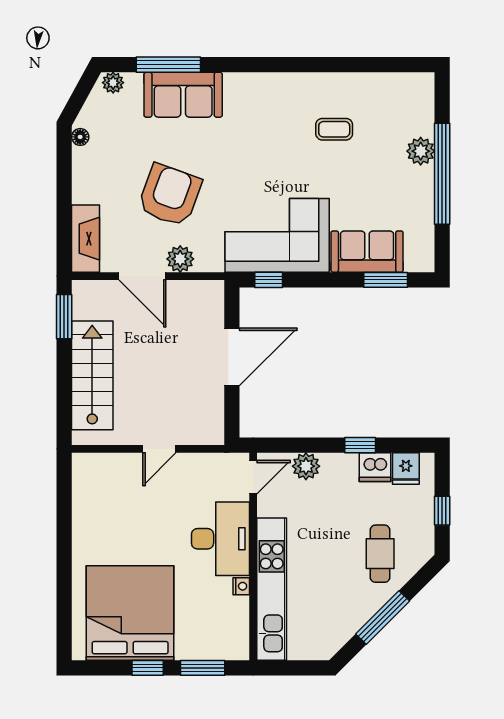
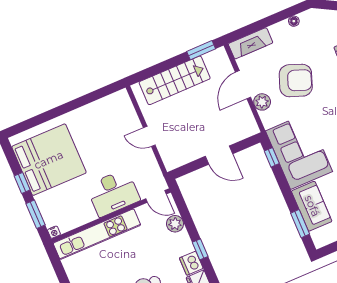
floor lamp: (80, 137) -> (294, 21), moved
door: (232, 357) -> (219, 155), width x0.73
nightstand: (241, 586) -> (54, 232), moved

